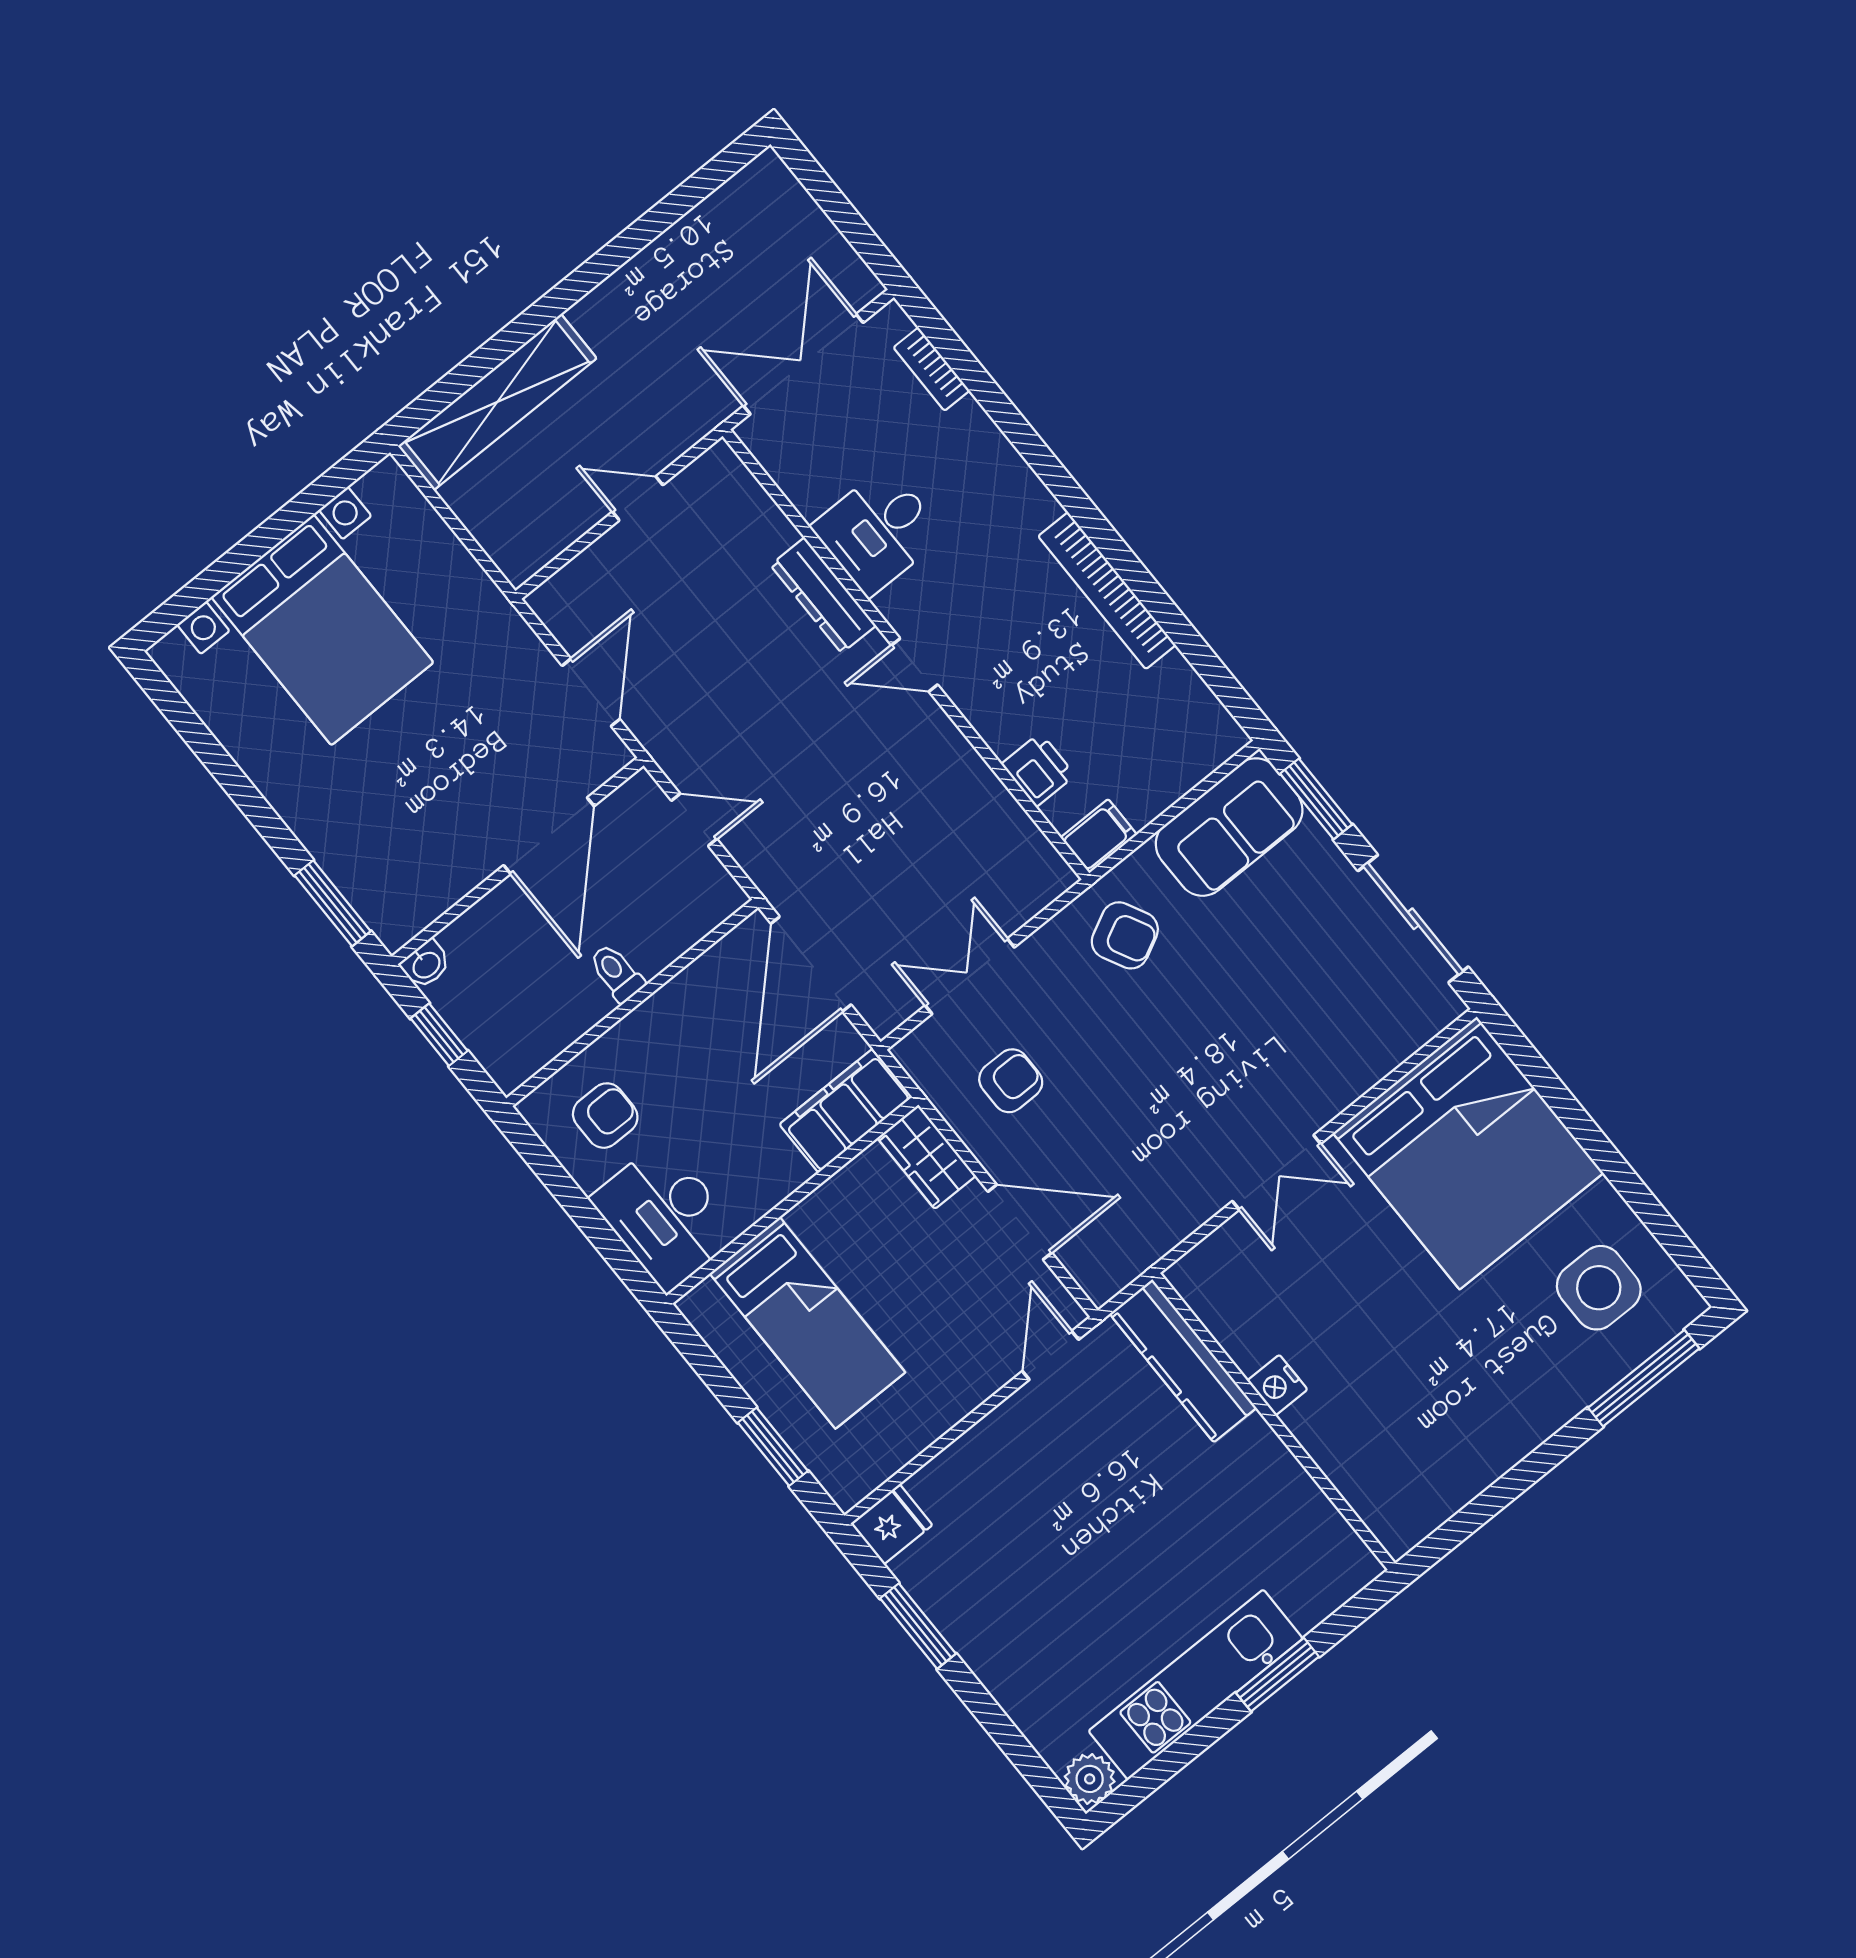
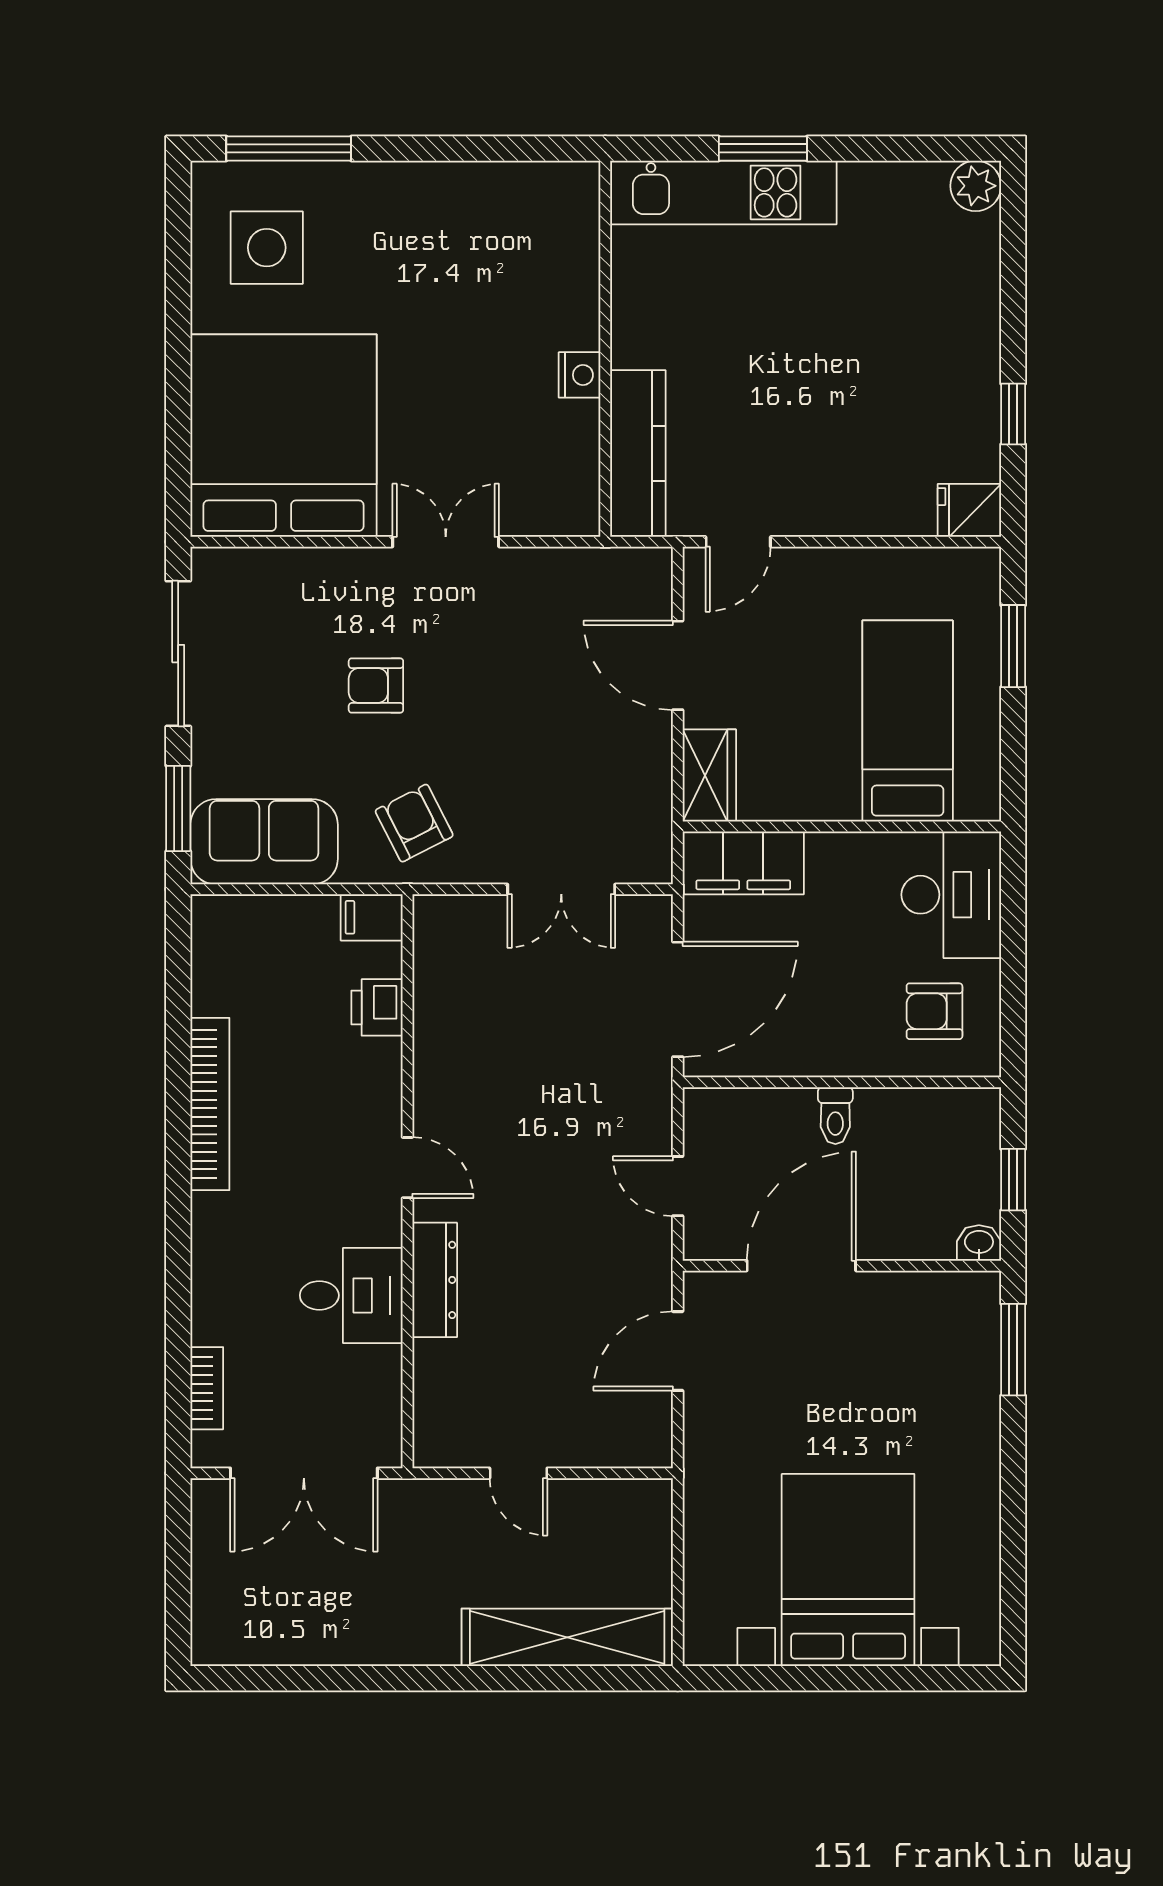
armchair: (1011, 1081) -> (376, 686), moved
window: (918, 1626) -> (1013, 414), width x0.67
kitchen unit: (1196, 1685) -> (723, 192), moved

